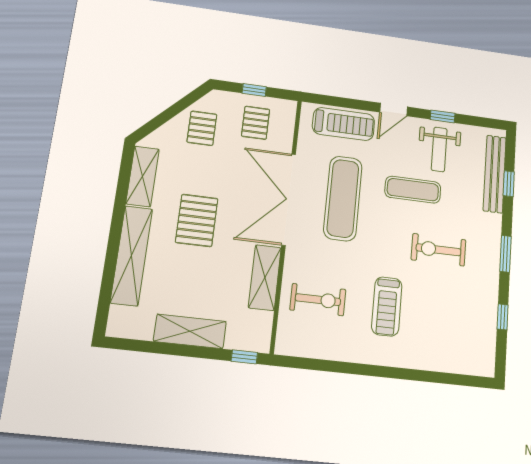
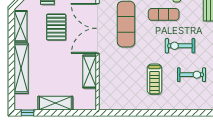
pallet: (197, 220) -> (56, 27), moved
exercise bike: (318, 300) -> (192, 75), moved
window: (244, 357) -> (27, 113), moved

